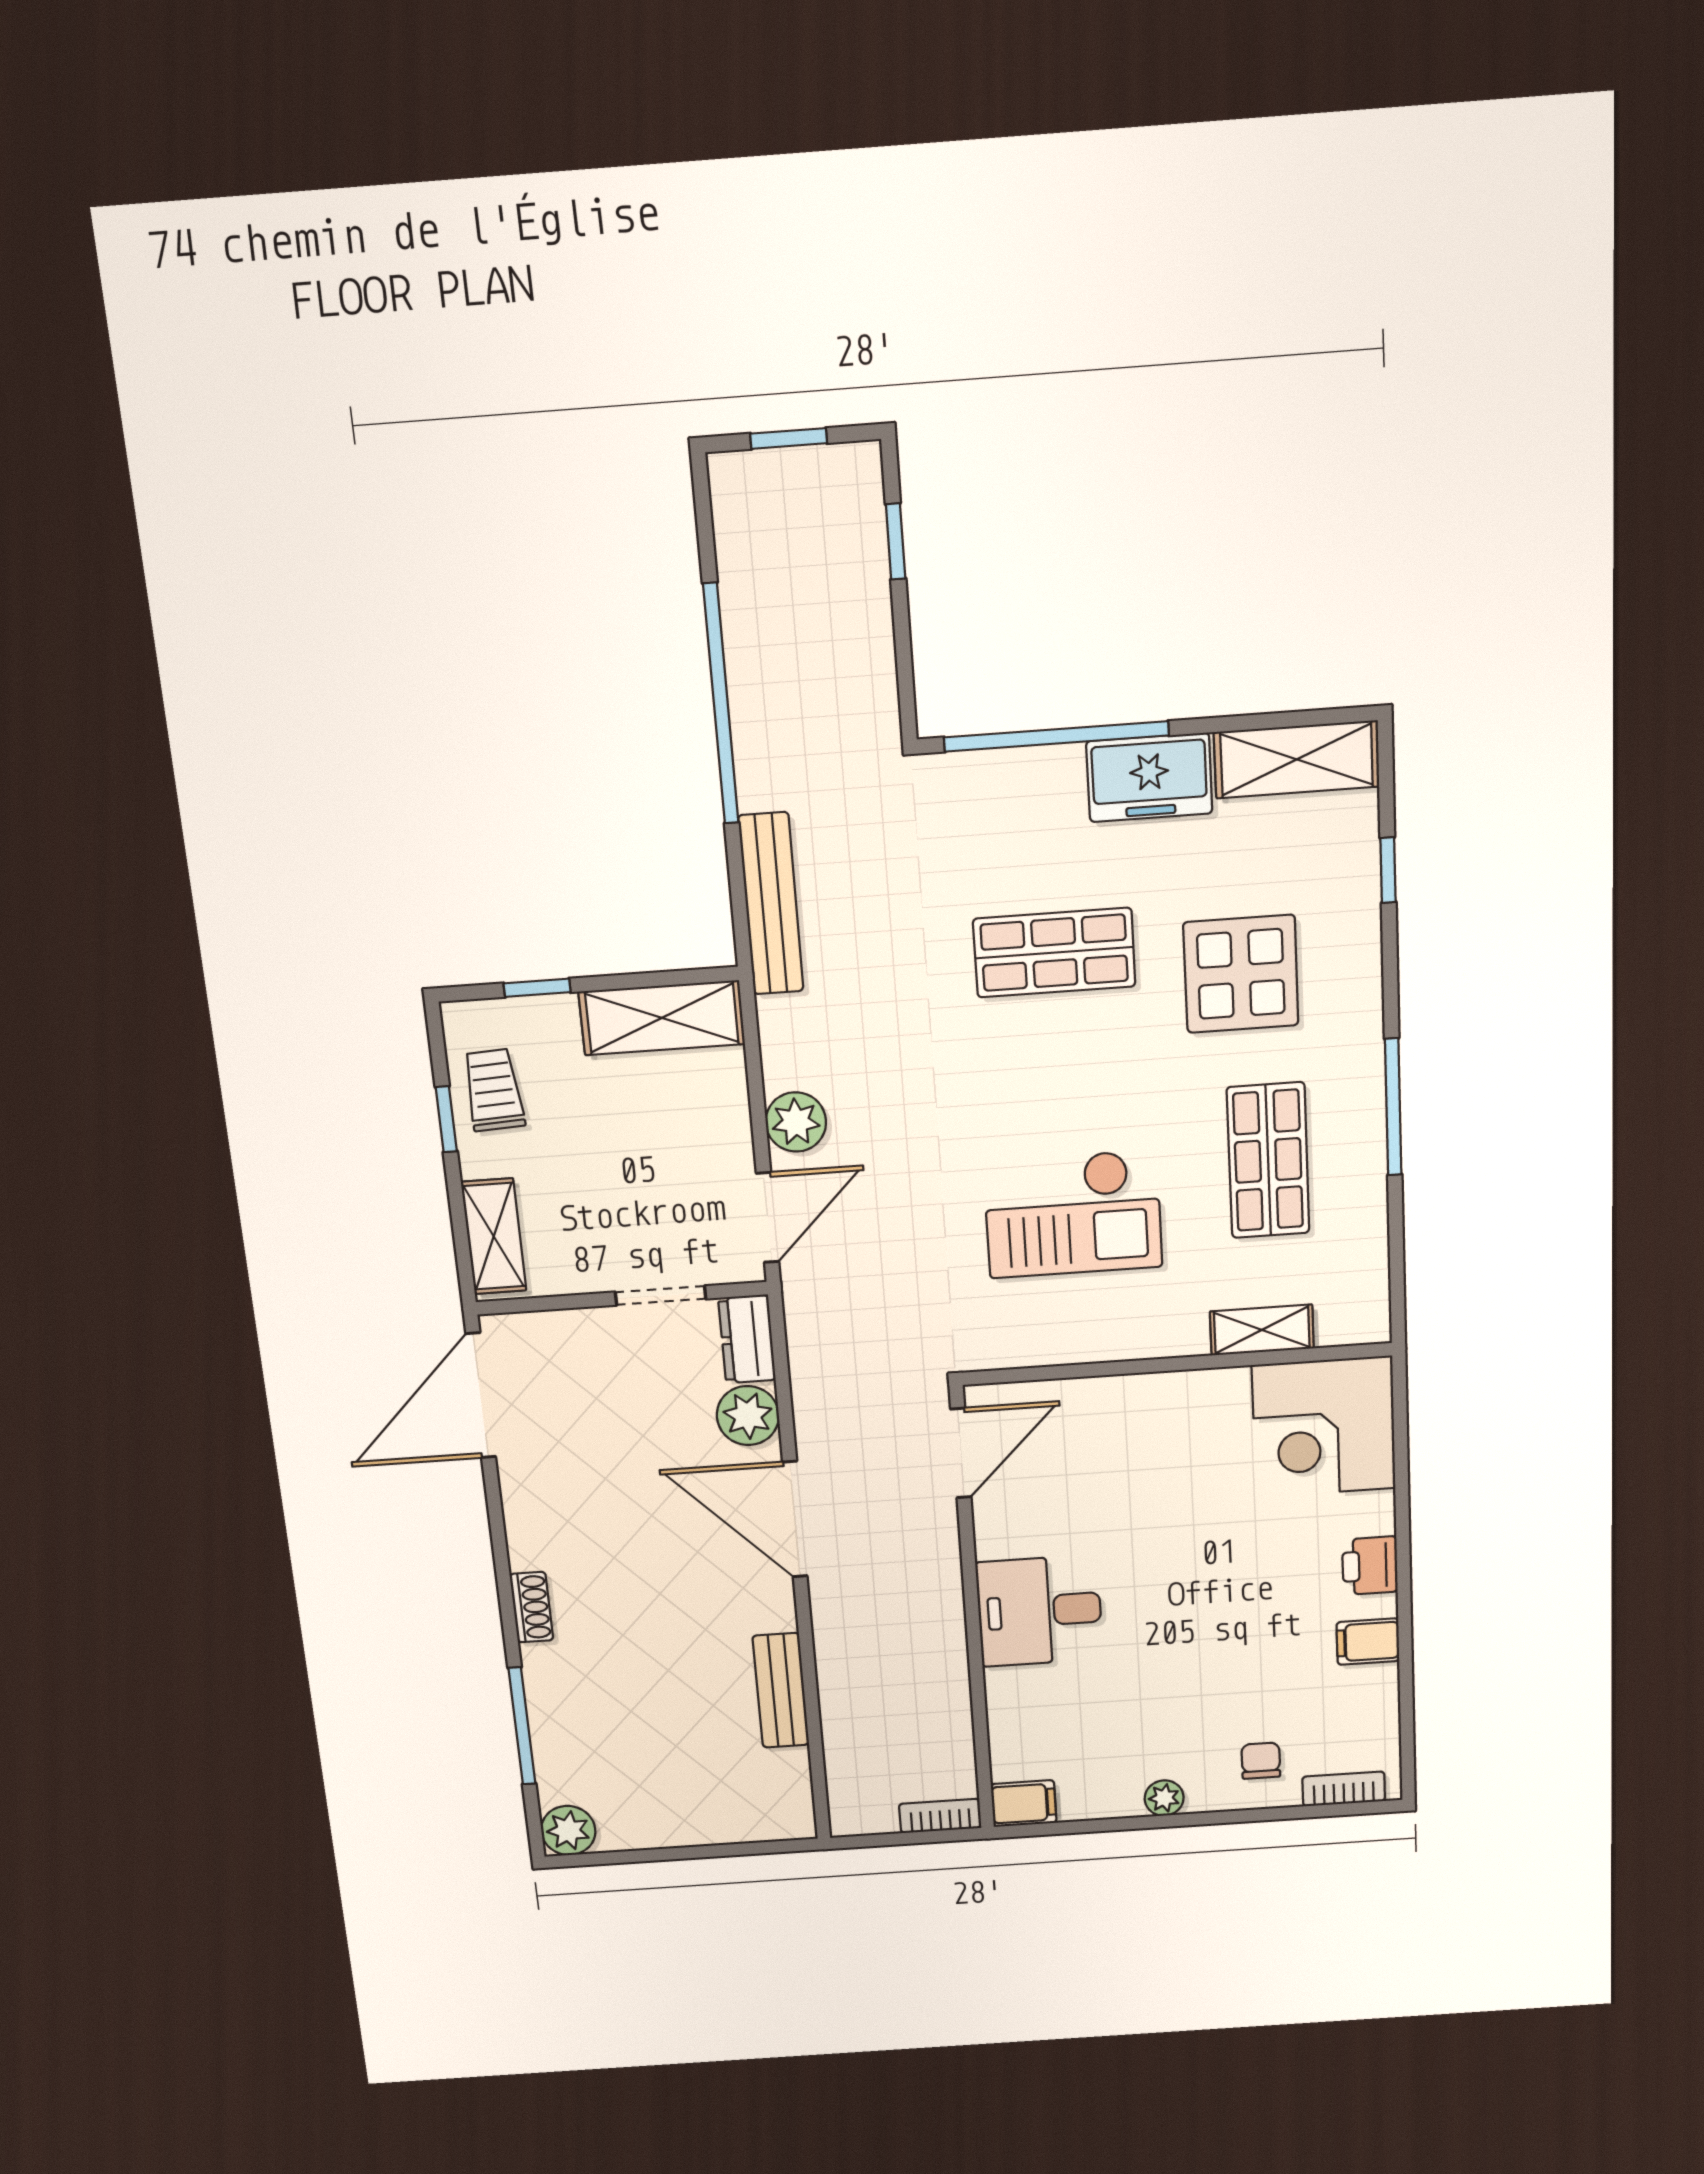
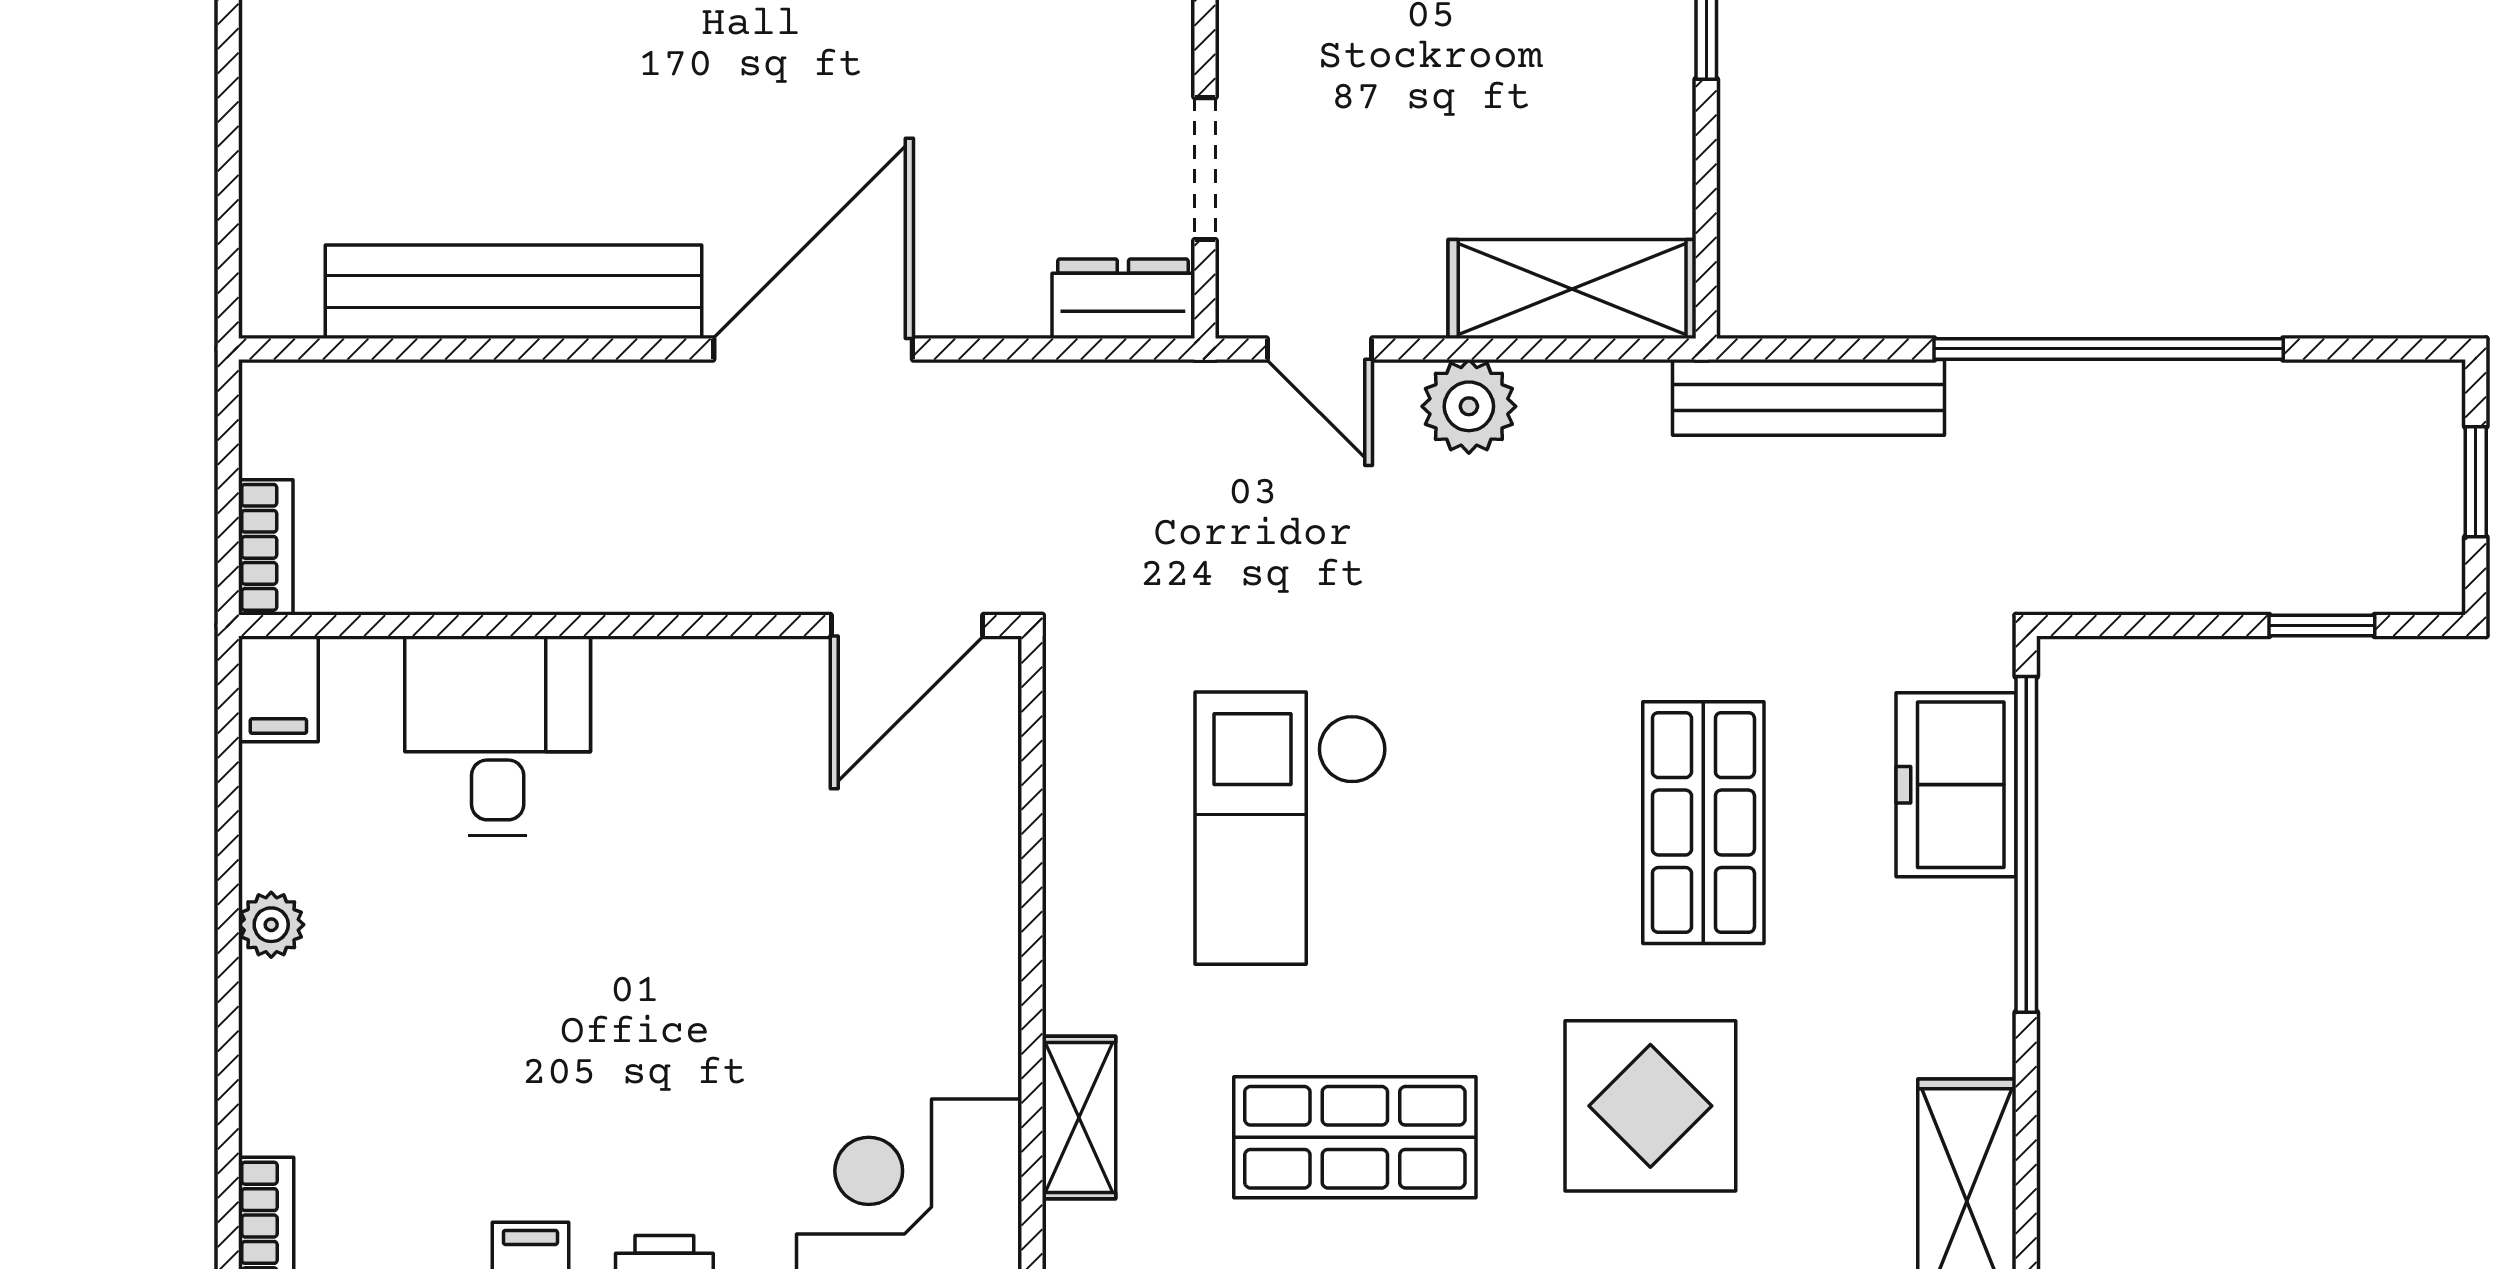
freezer: (1149, 777) -> (1956, 785), moved
shelving: (662, 1018) -> (1572, 289), moved, turned 90
door: (768, 1218) -> (1319, 349), width x0.73
plant: (748, 1416) -> (995, 289), removed
door: (961, 1453) -> (907, 625), hinge flipped
desk: (1039, 1611) -> (498, 736), moved
bench: (781, 1690) -> (514, 292), width x1.86, depth x1.21
chair: (1261, 1761) -> (328, 1089), removed

